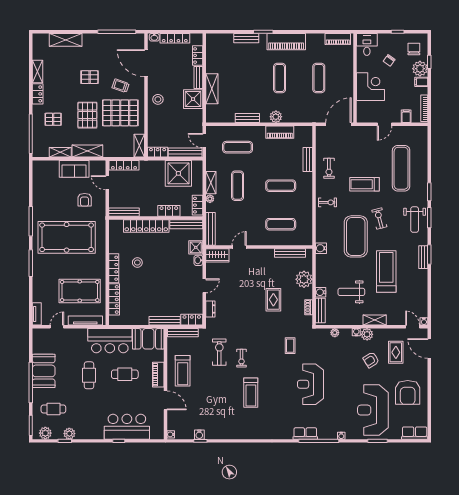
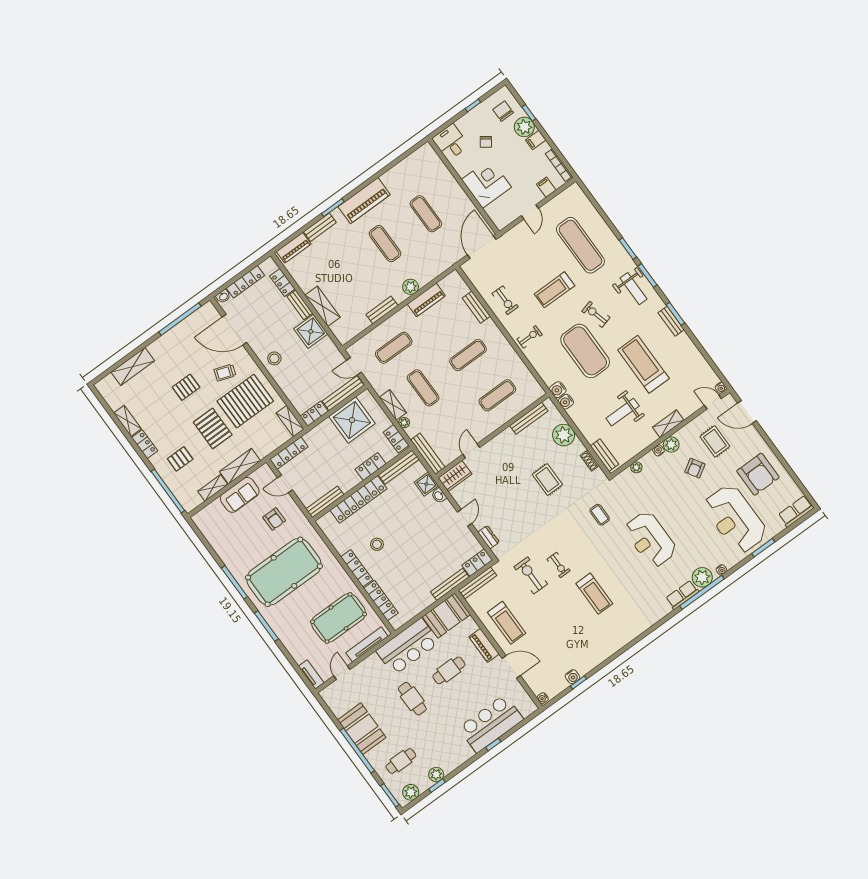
piano: (338, 39) -> (294, 248), moved
water cooler: (321, 292) -> (566, 402), moved
plant: (326, 432) -> (702, 577), added

